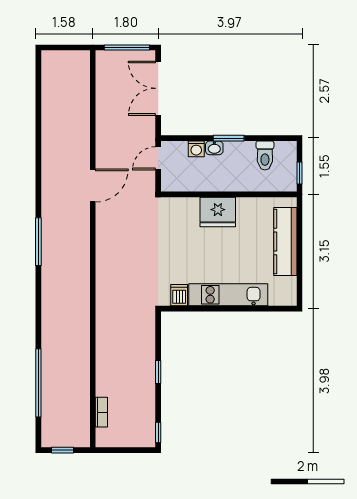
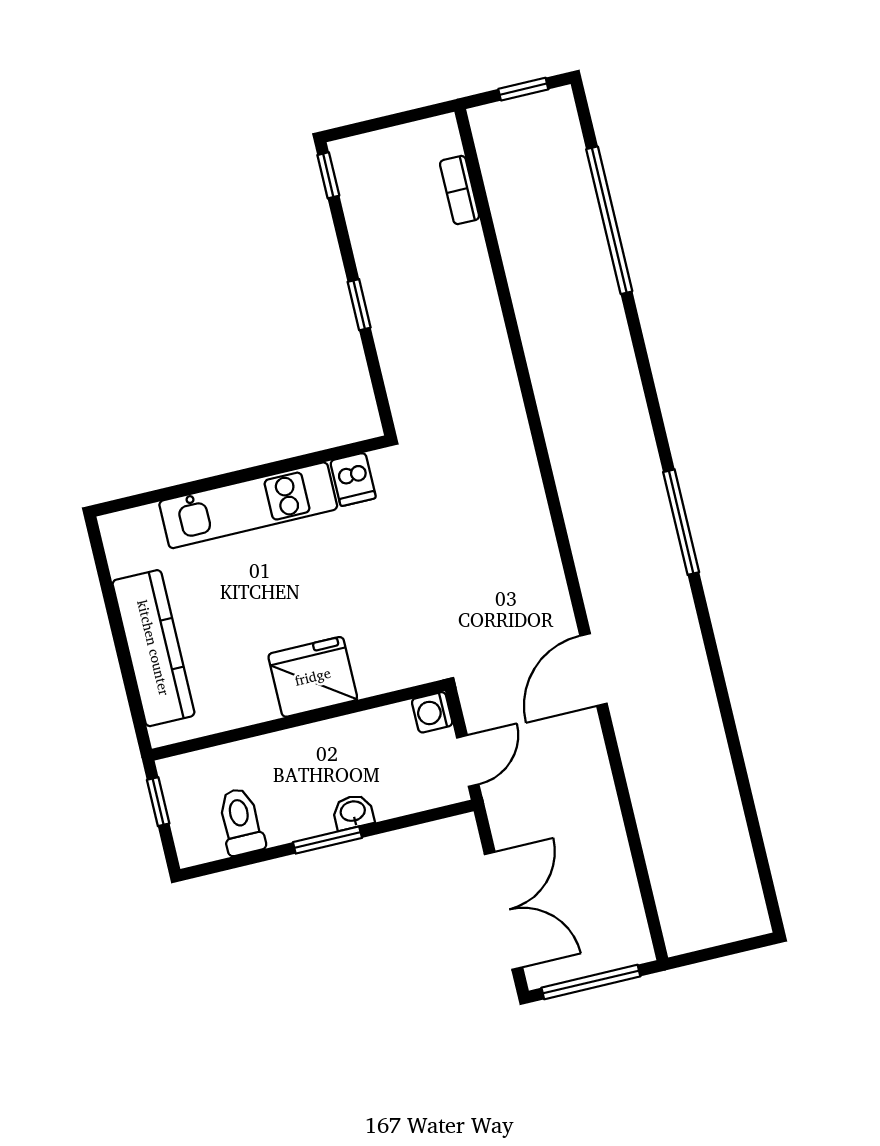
washing machine: (196, 149) -> (432, 712), moved, turned -90

